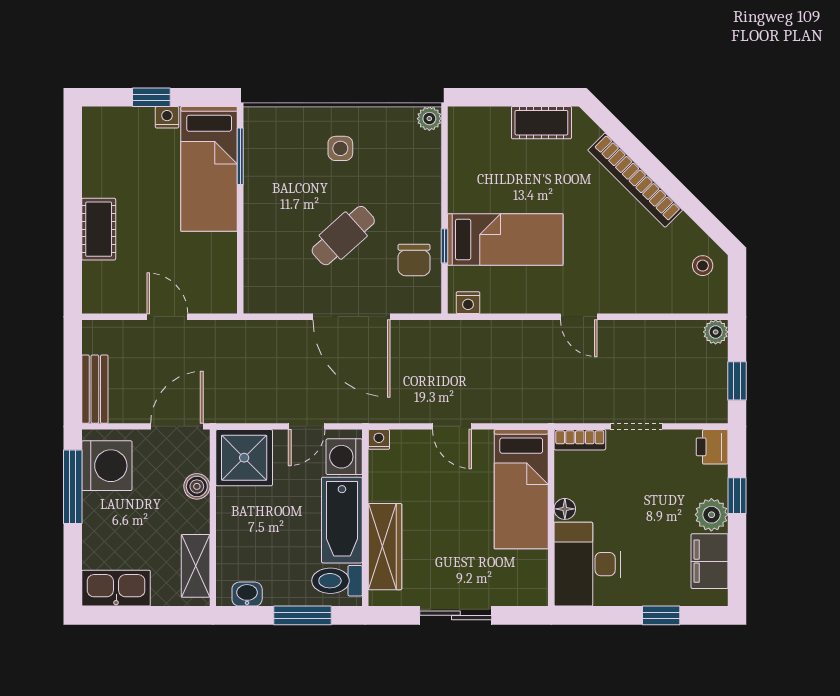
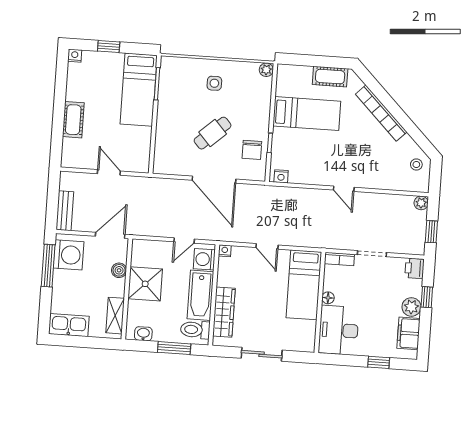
nightstand: (167, 117) -> (75, 56), moved
bed: (505, 239) -> (307, 114), moved
shower: (244, 458) -> (145, 284), moved

